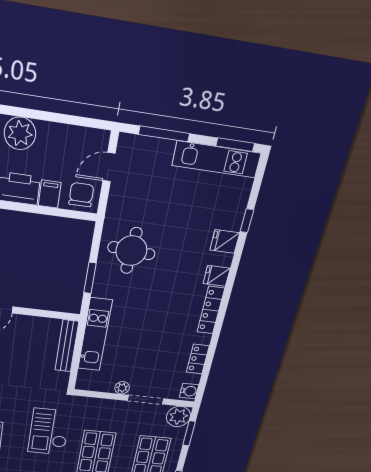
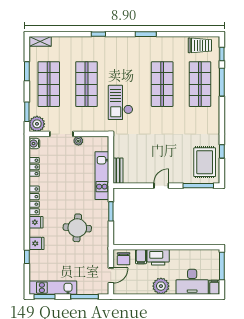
round table: (131, 251) -> (77, 228), moved
bench: (67, 346) -> (118, 171), width x0.73
checkout: (49, 432) -> (121, 102), turned 180

